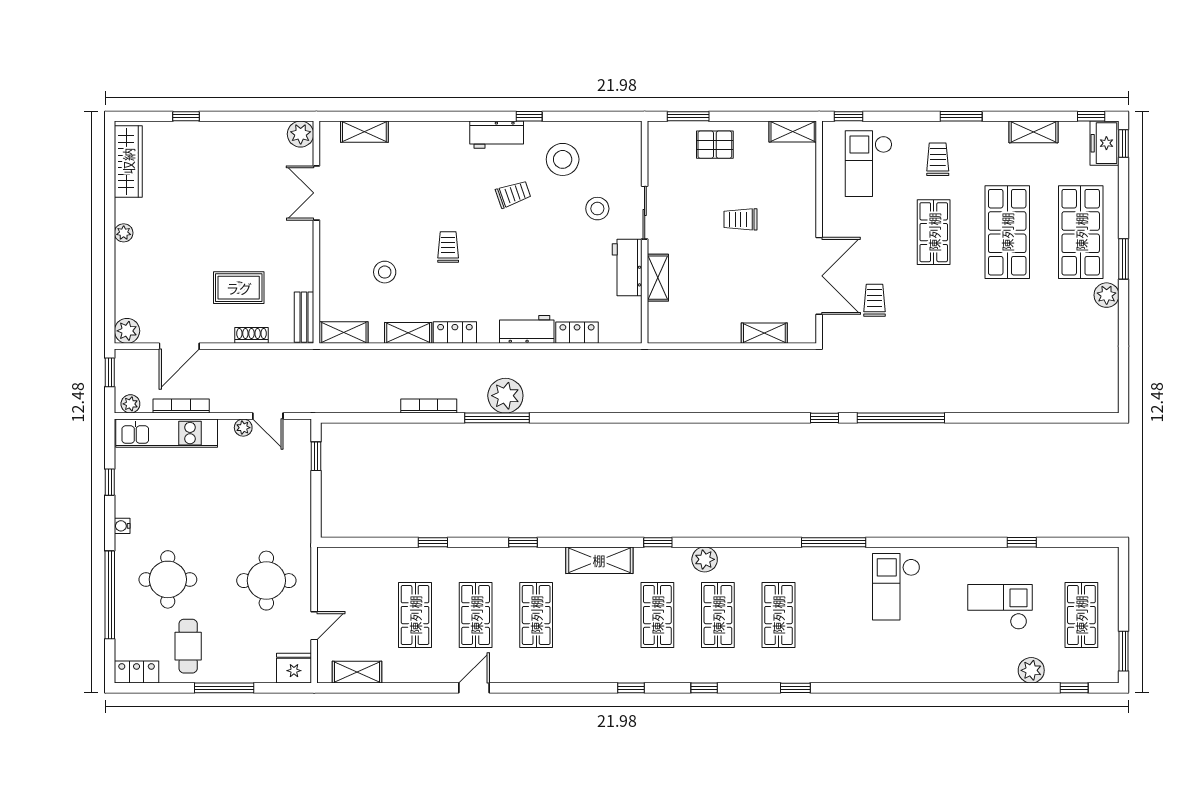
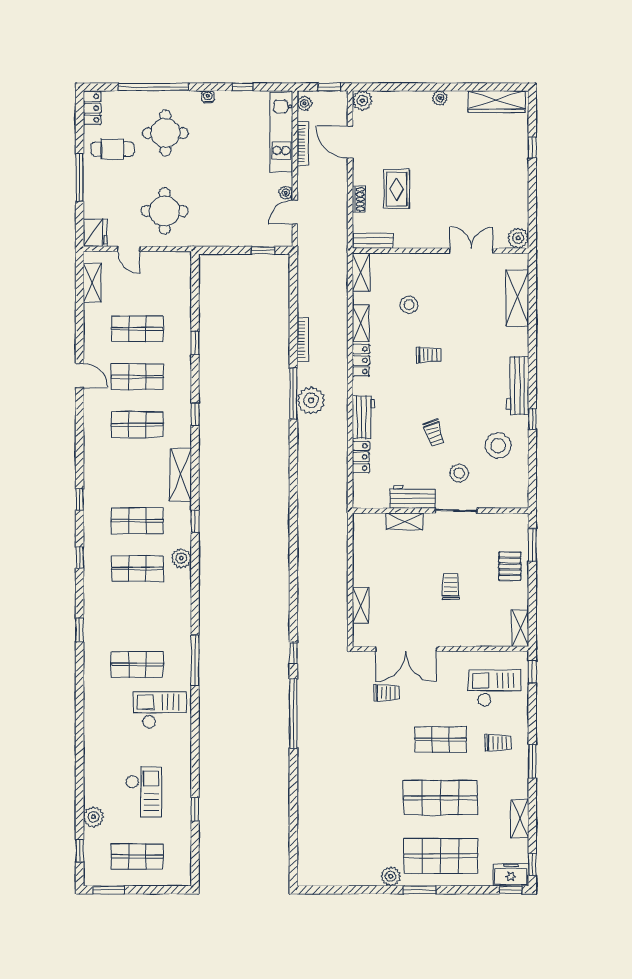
shelving: (364, 132) -> (517, 298), width x1.50, depth x1.33
workbench: (497, 135) -> (518, 385), width x1.38
trolley: (513, 194) -> (434, 433), moved
shop shelf: (778, 615) -> (137, 665), moved

